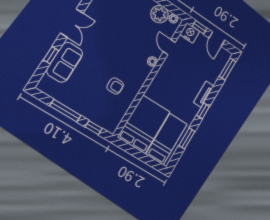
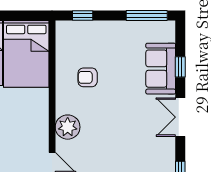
plant: (152, 61) -> (68, 127), width x1.87, depth x1.87
window: (65, 111) -> (147, 16), moved

